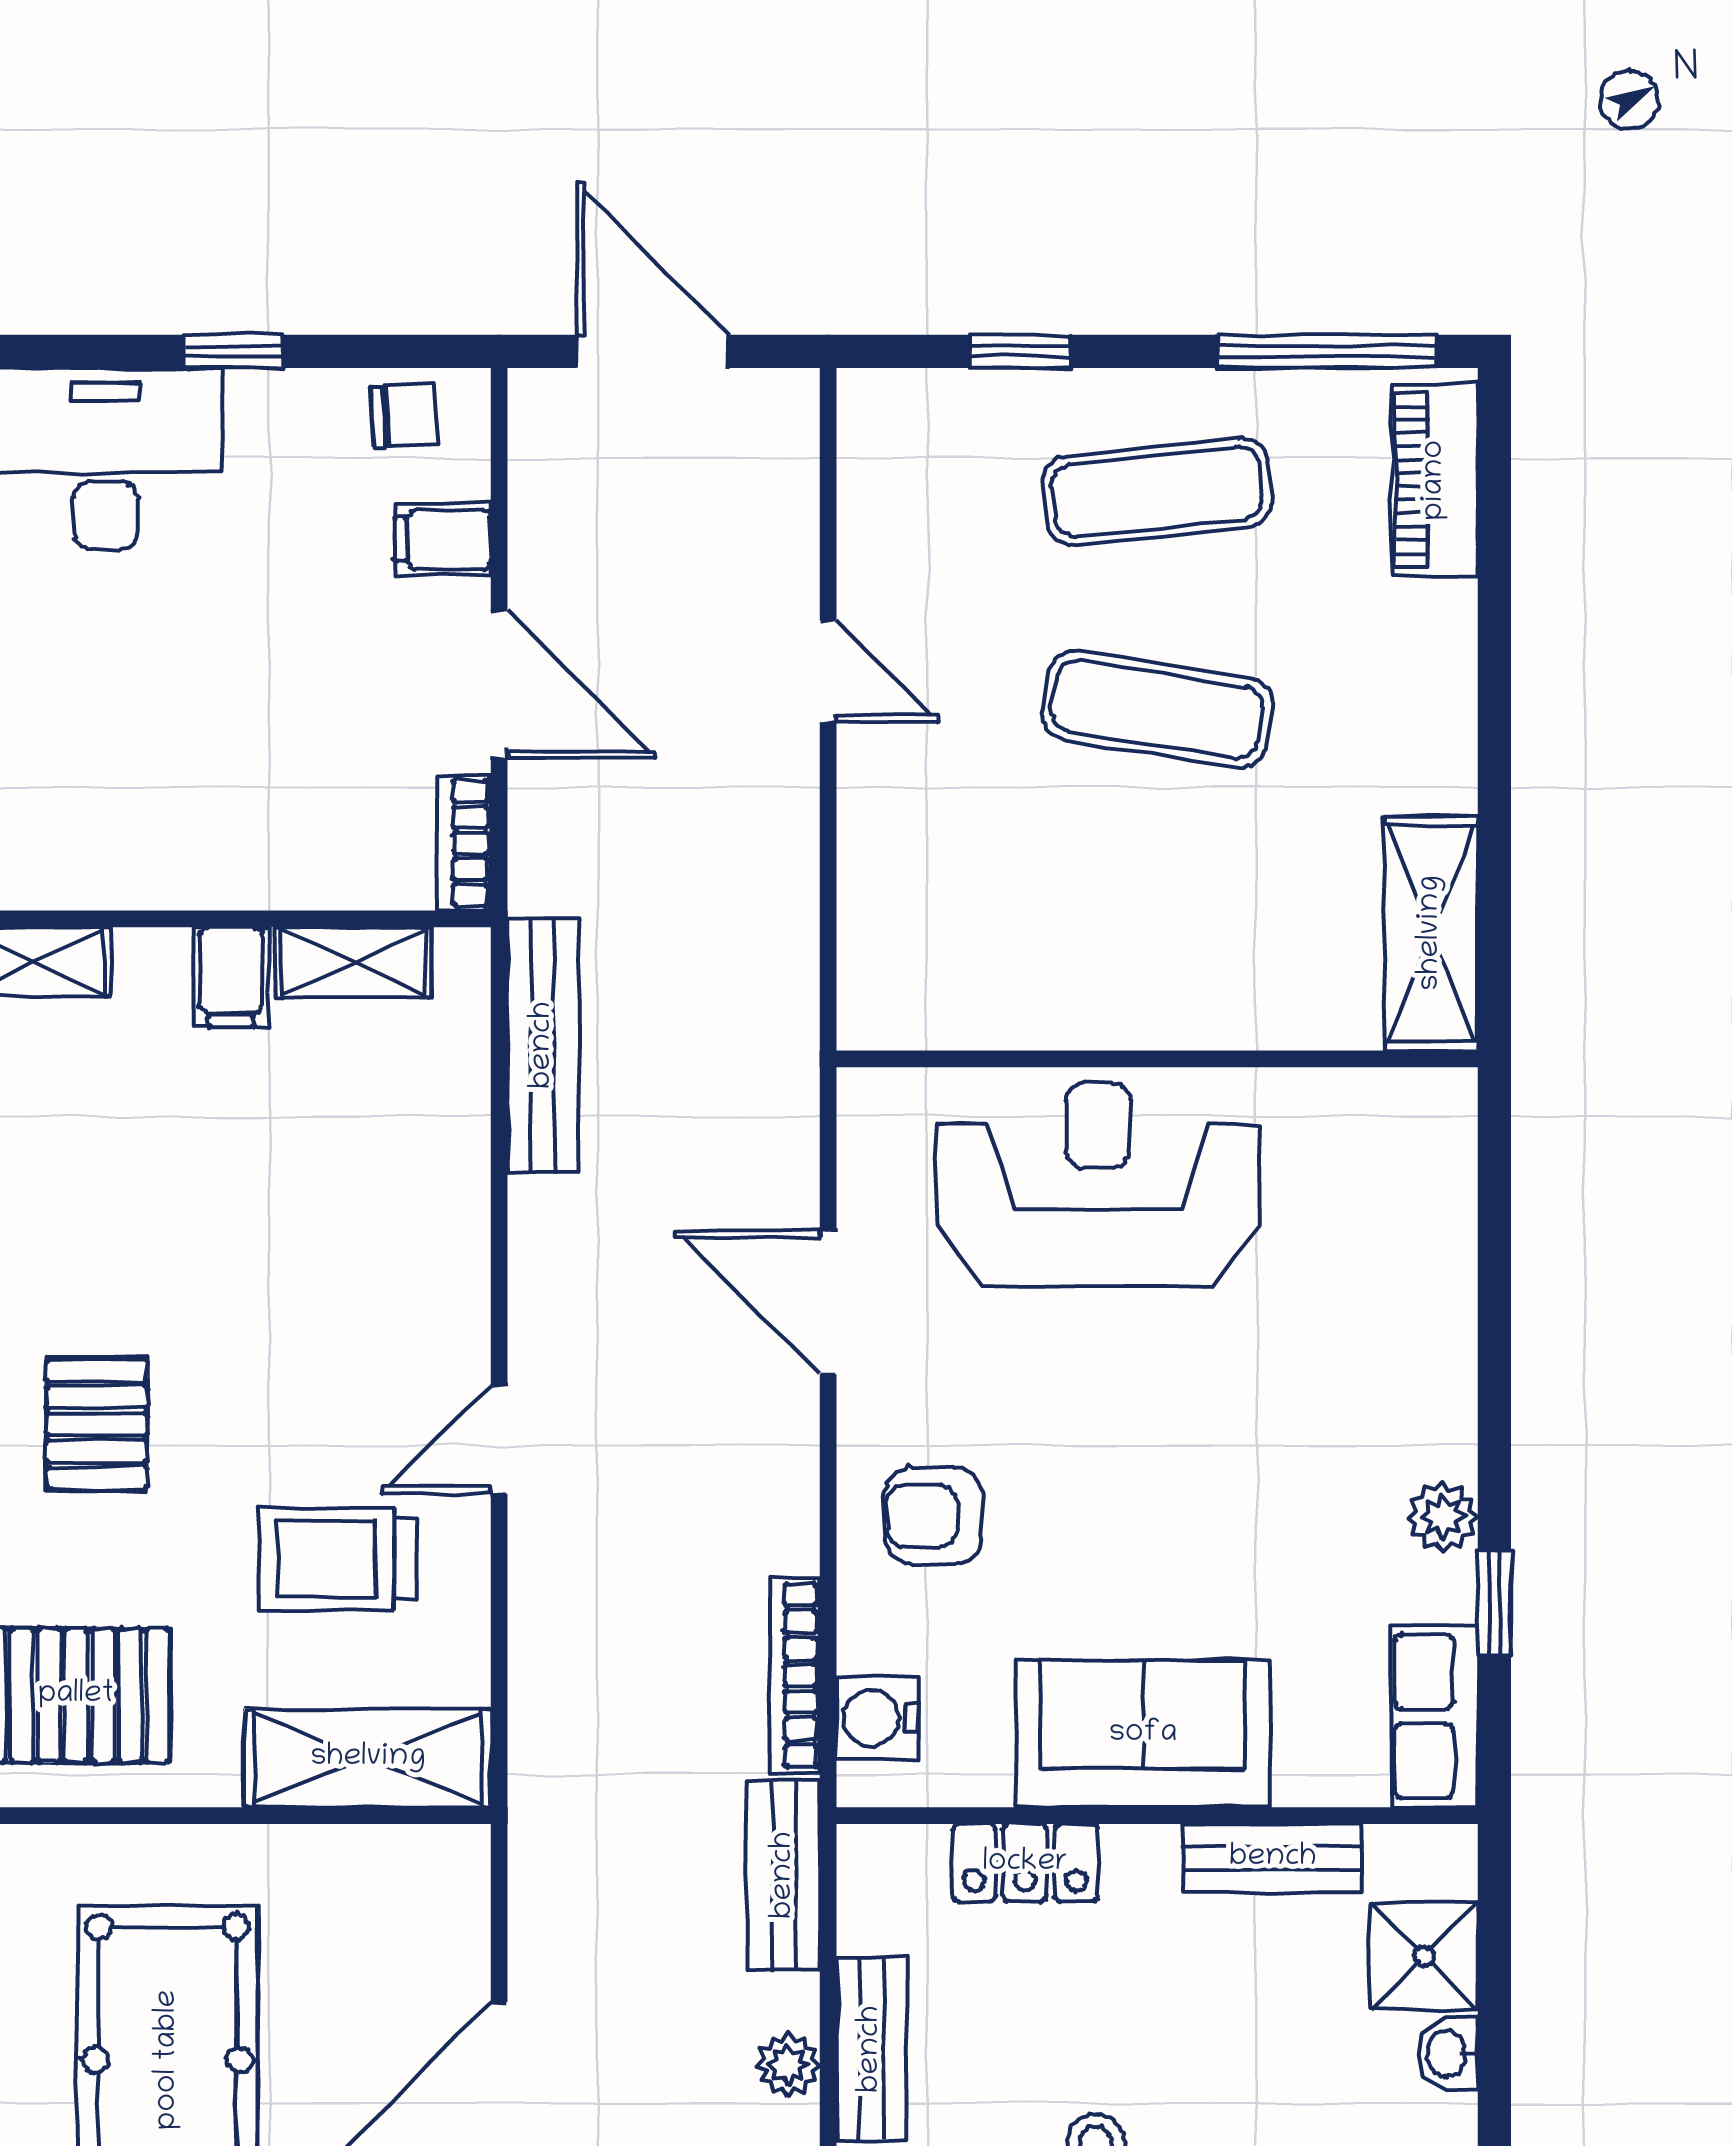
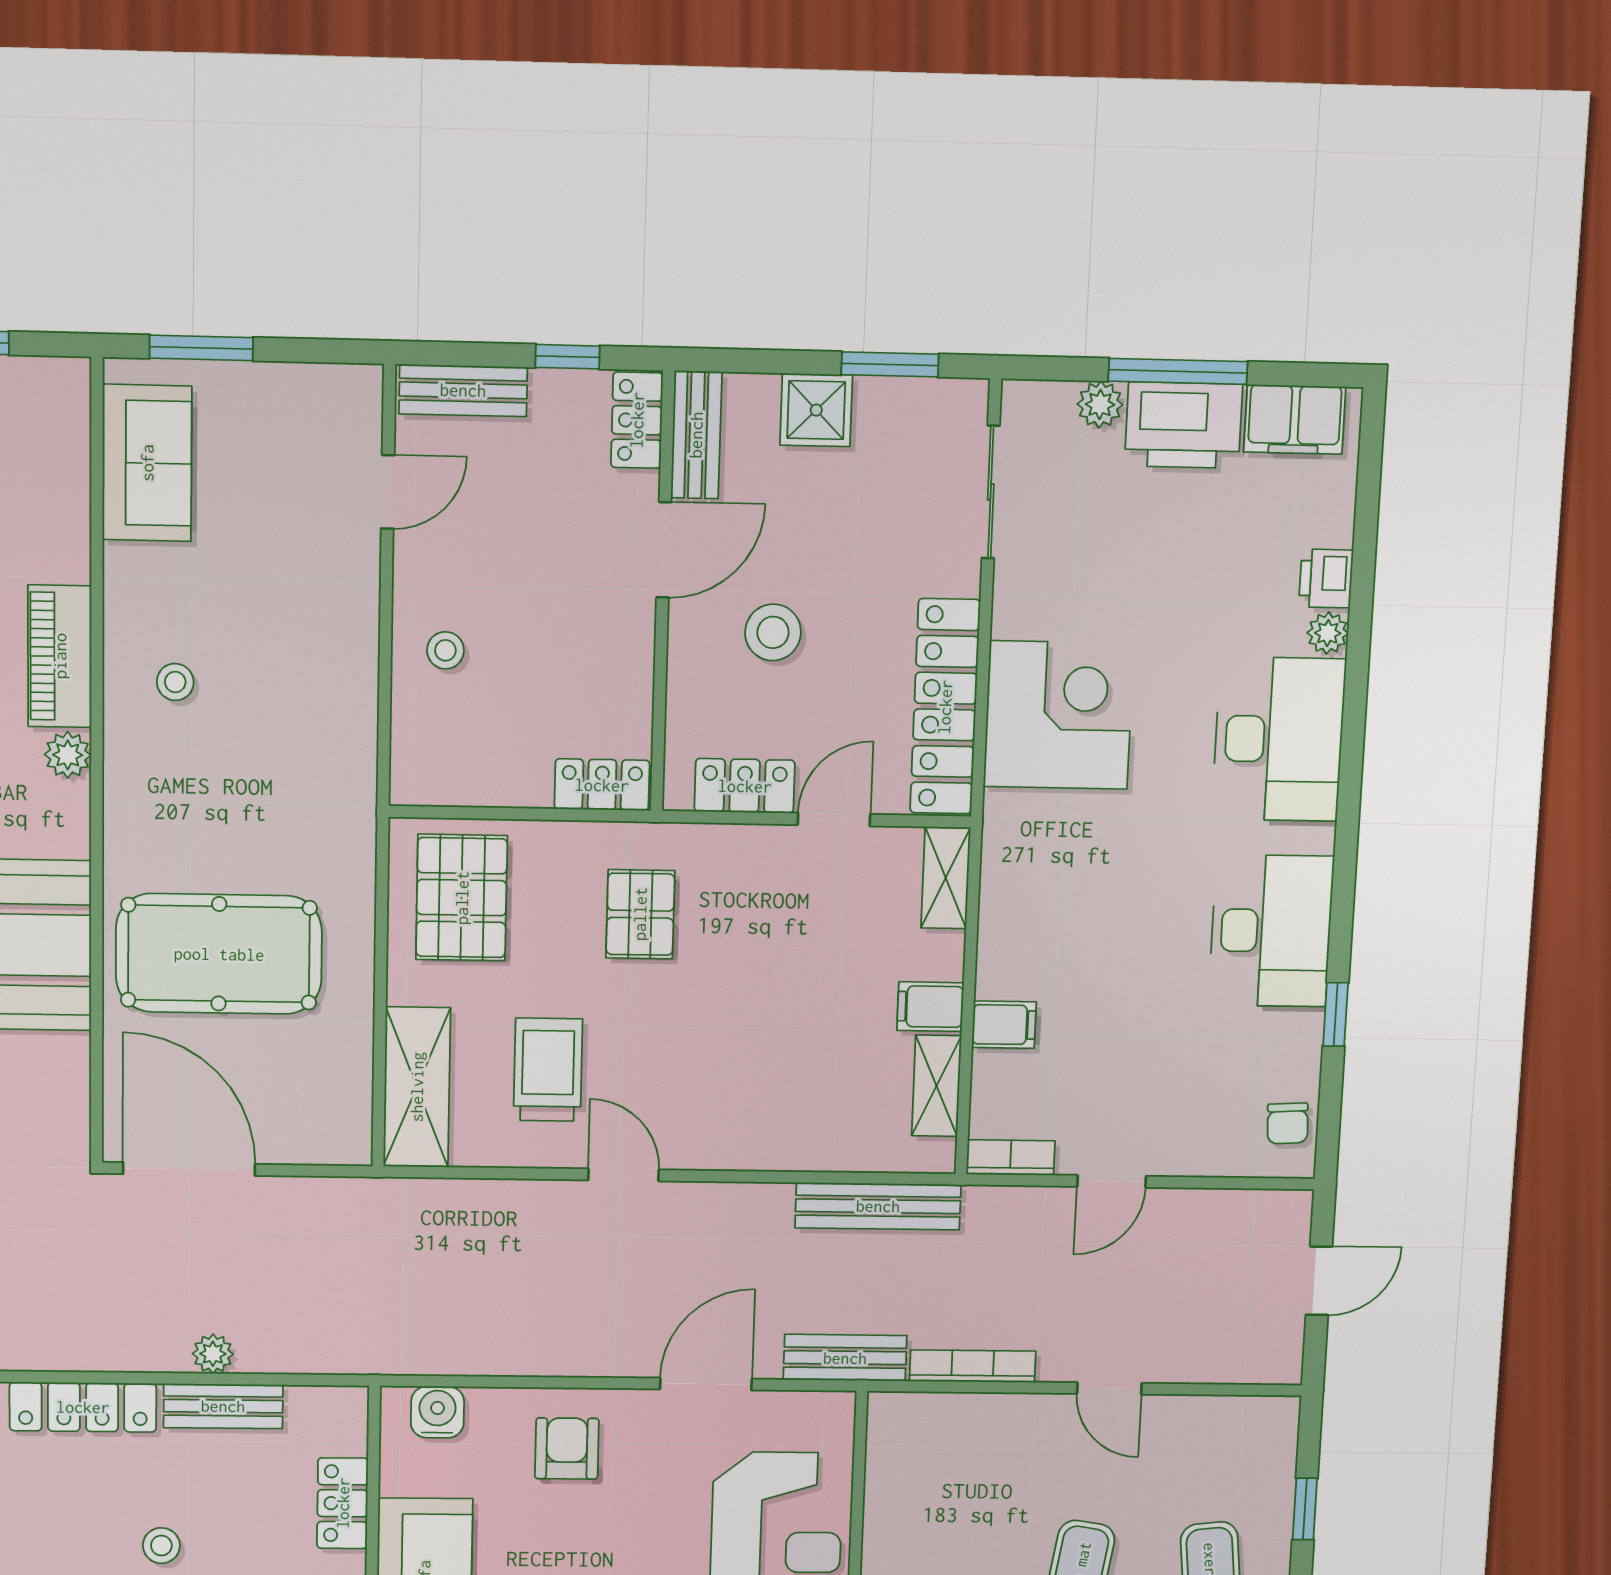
door: (652, 351) -> (1319, 1281), width x0.73
filing cabinet: (443, 539) -> (1004, 1025), moved, turned 90
door: (828, 671) -> (1109, 1388), hinge flipped
door: (499, 684) -> (1112, 1181), width x0.73
pallet: (97, 1424) -> (640, 914), turned 90
bookcase: (795, 1675) -> (973, 1366), moved
bench: (784, 1875) -> (845, 1358), moved

